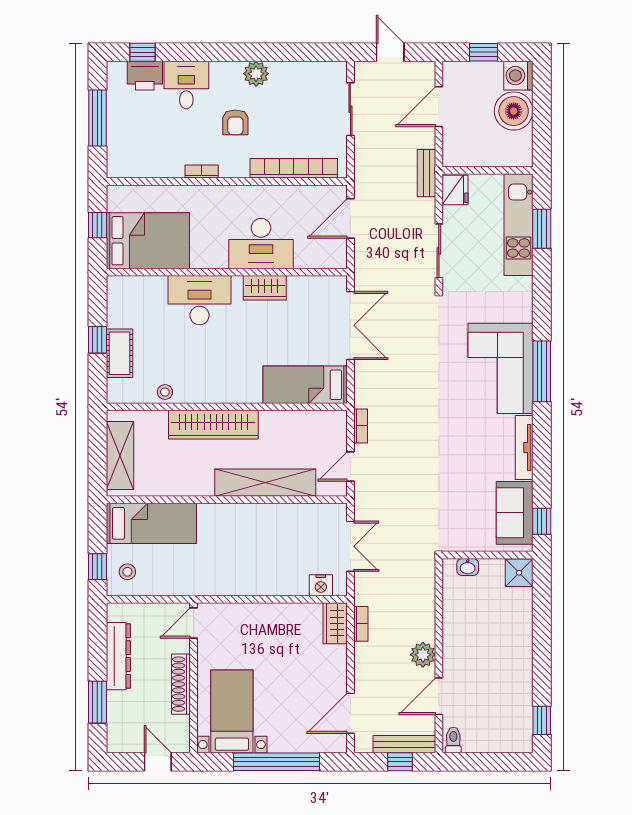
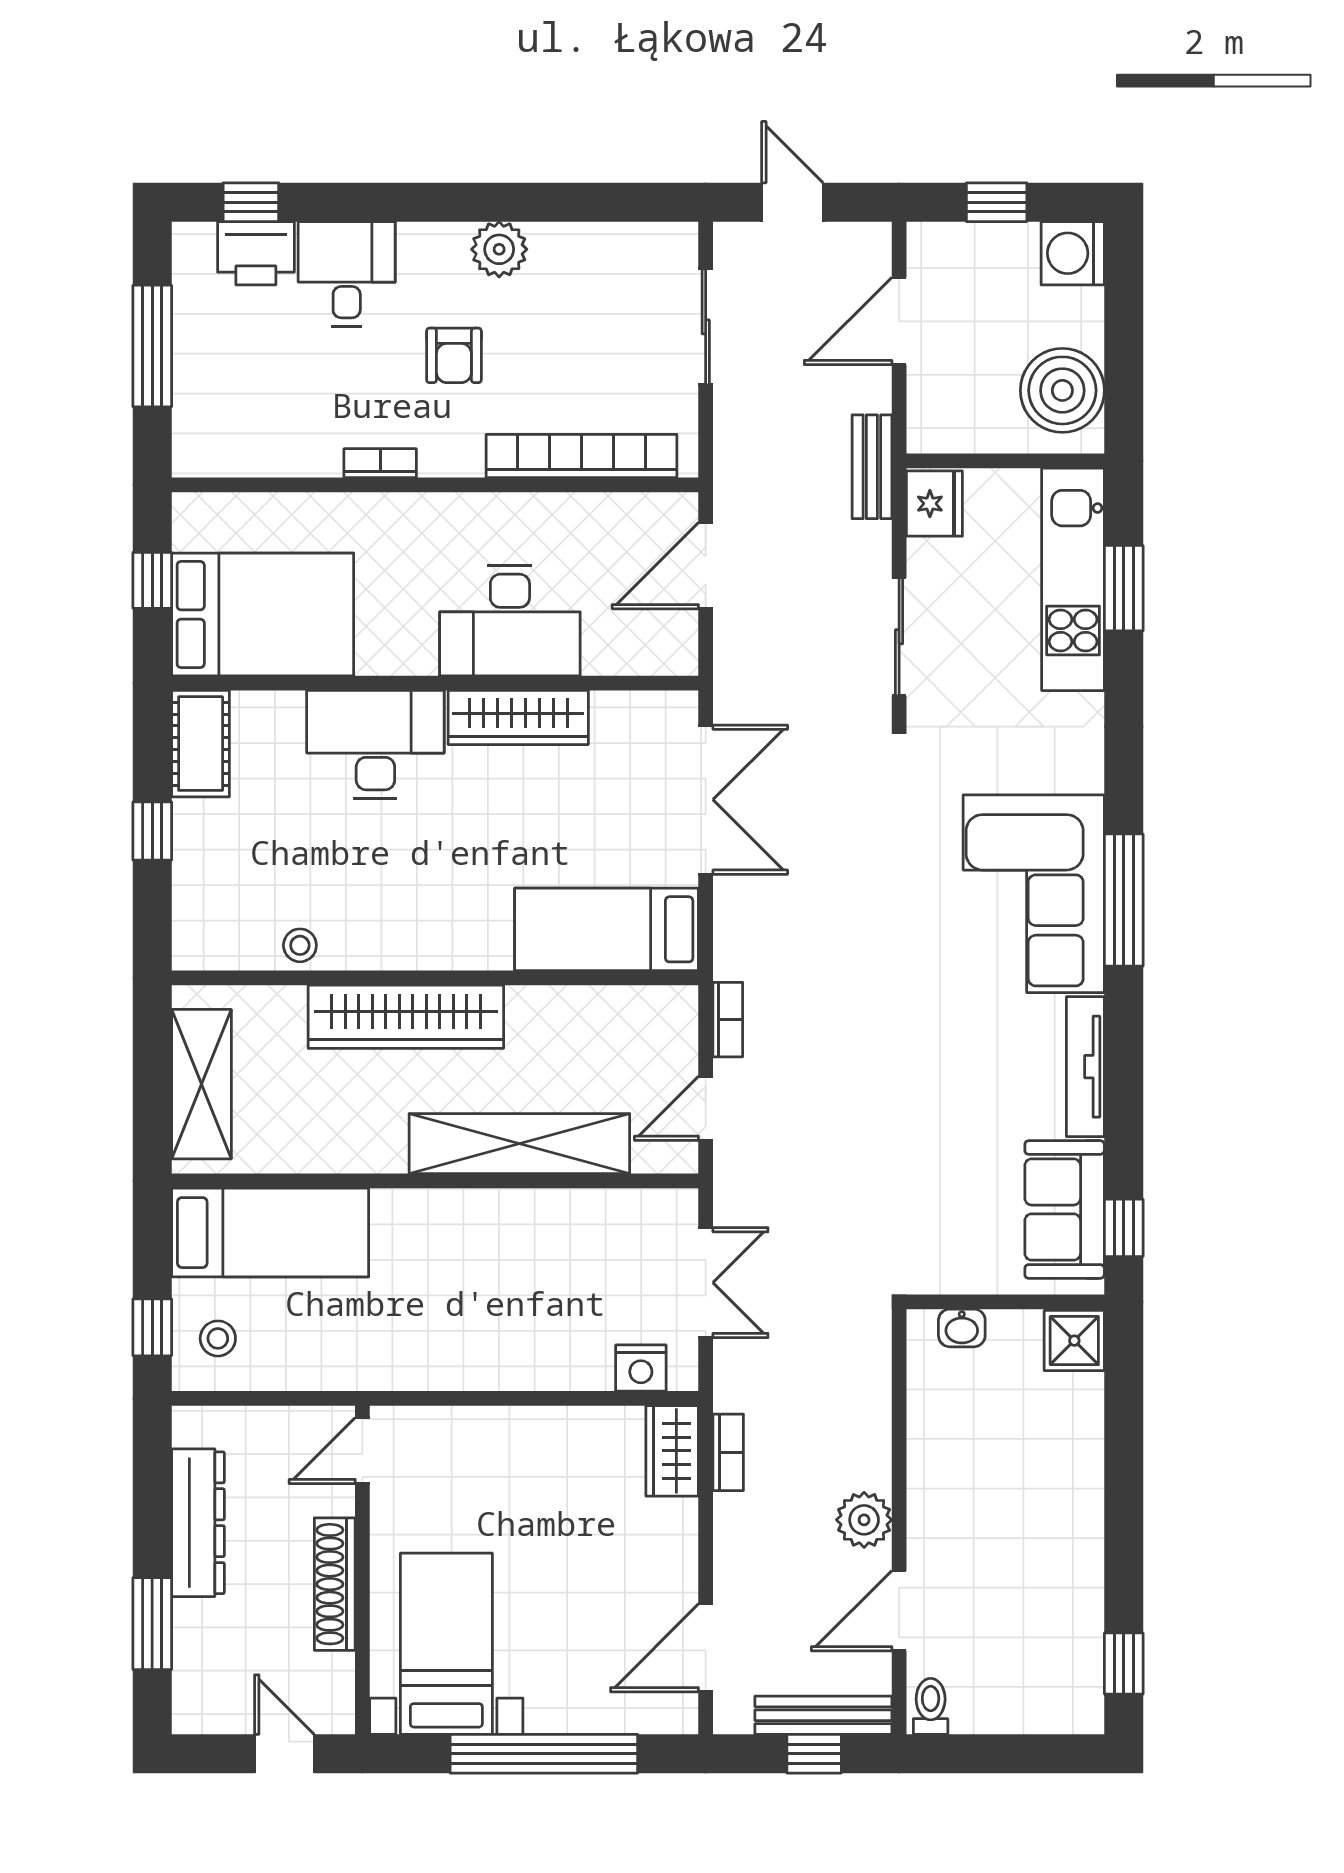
boiler: (514, 111) -> (1062, 390), moved
wardrobe: (265, 288) -> (518, 717), width x1.50
cot: (119, 353) -> (201, 744), moved

